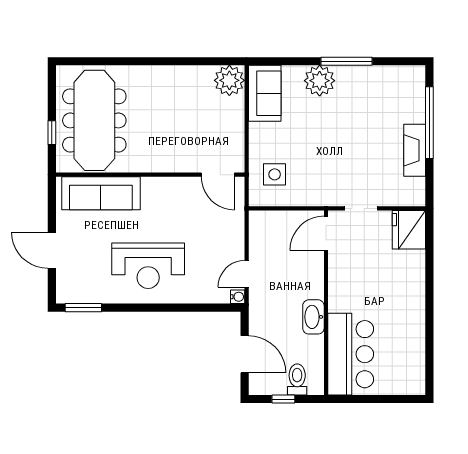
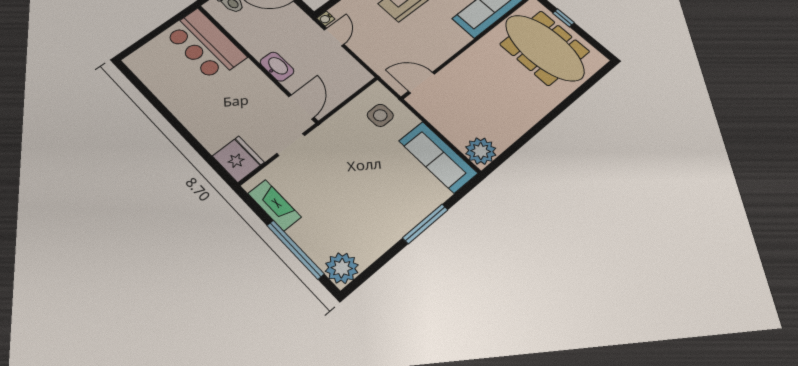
window: (346, 61) -> (425, 224), moved
plant: (320, 81) -> (342, 268), moved
sofa: (265, 93) -> (438, 157), width x1.36
fireplace: (415, 150) -> (274, 205), moved
washbasin: (313, 317) -> (277, 67), moved

